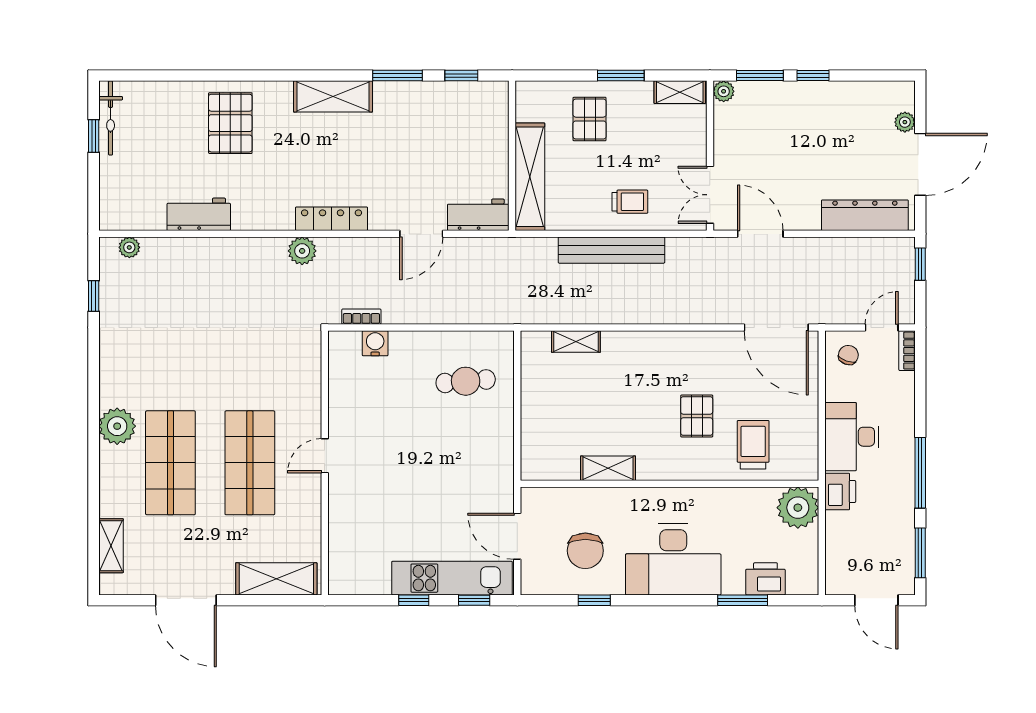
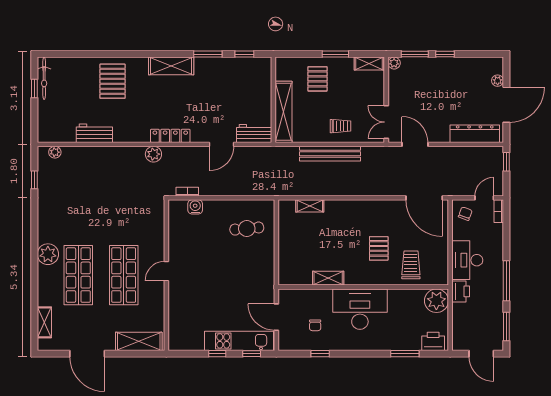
chair: (585, 551) -> (315, 325), width x0.54, depth x0.54
desk: (673, 559) -> (360, 309), moved, turned 180
printer: (765, 579) -> (433, 341), moved

